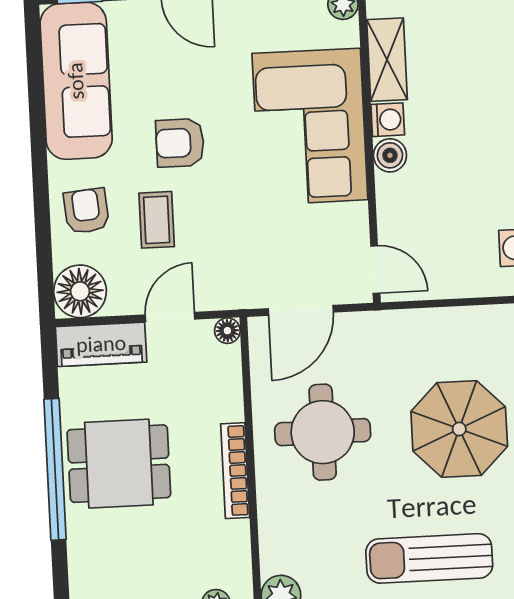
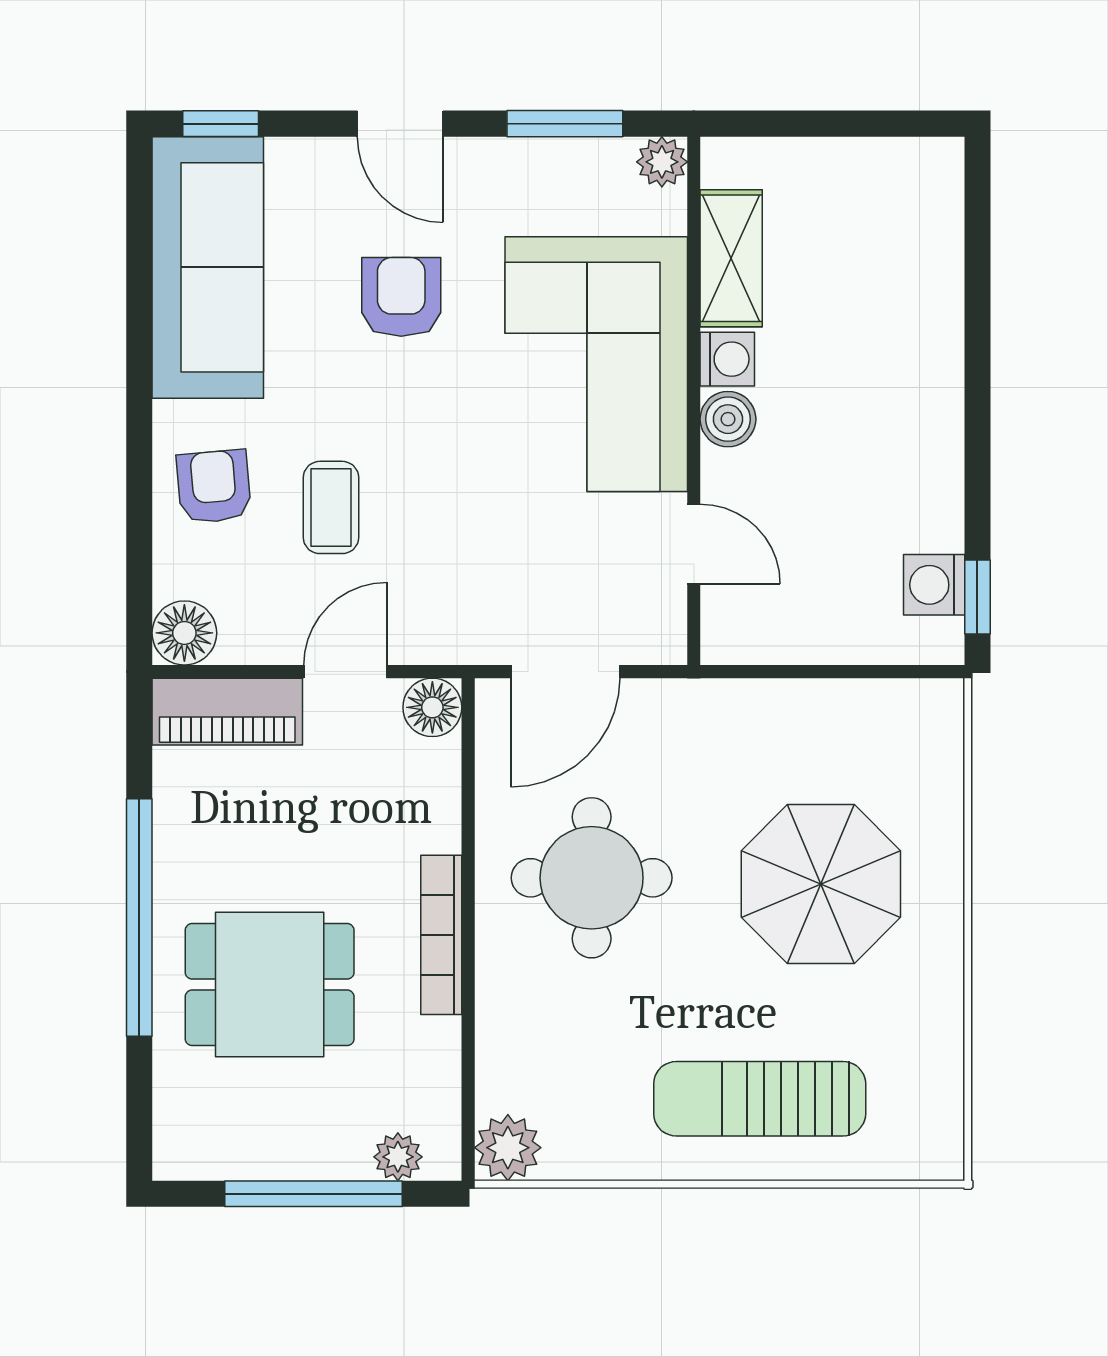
armchair: (180, 143) -> (401, 297), moved, turned 90
door: (375, 270) -> (694, 544), moved
floor lamp: (80, 291) -> (184, 633), width x0.73, depth x0.73
floor lamp: (227, 331) -> (432, 707), width x1.37, depth x1.37
dining table: (119, 464) -> (270, 985), moved

